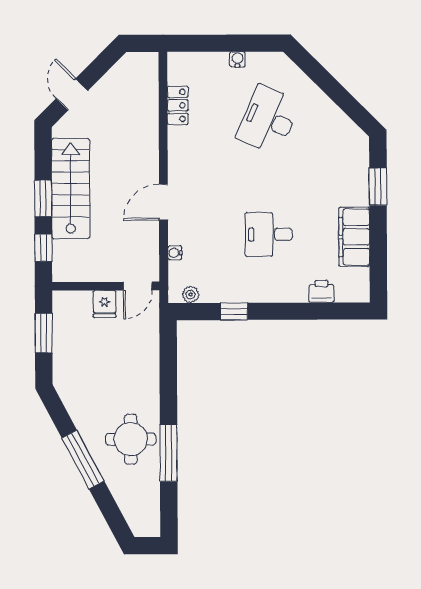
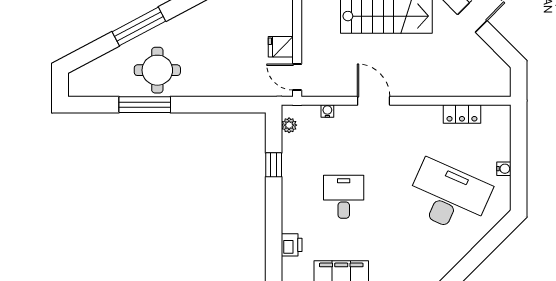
desk: (268, 120) -> (448, 197), width x1.36, depth x1.30

